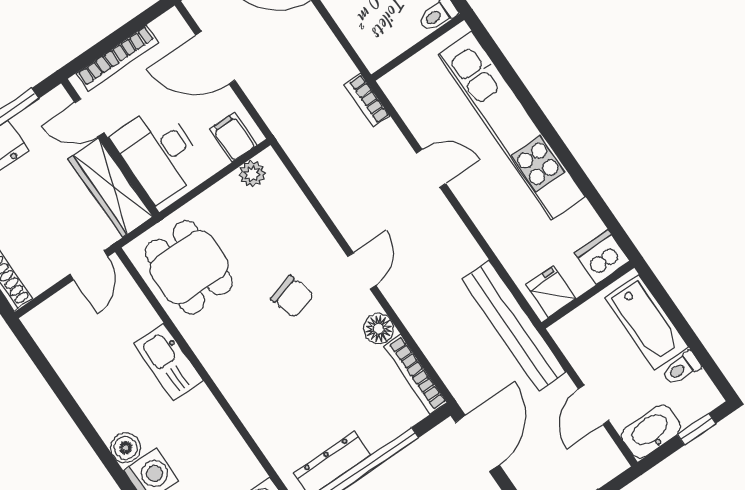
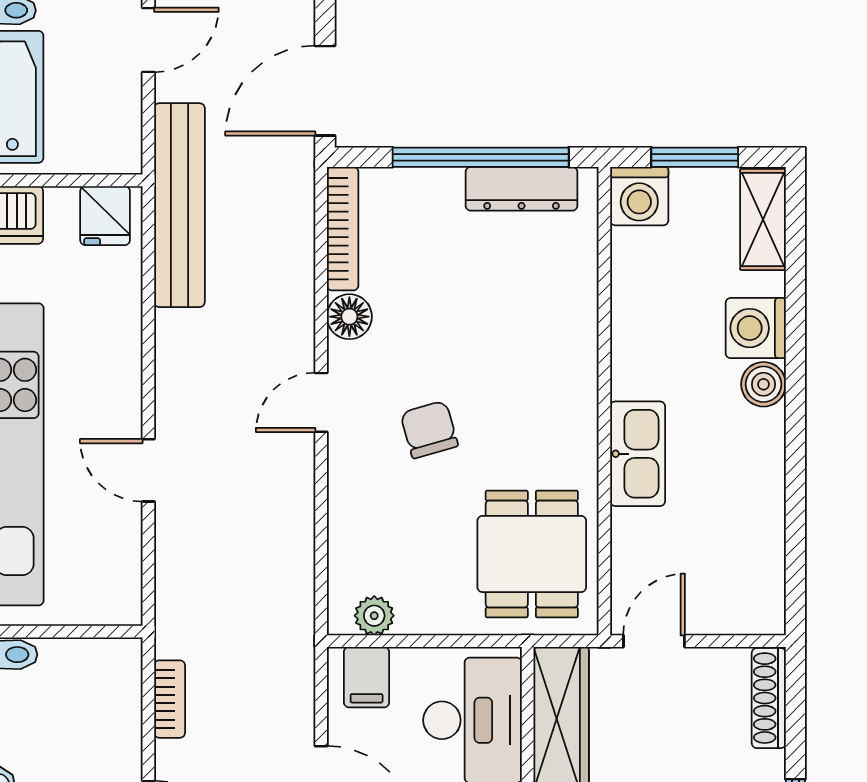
bookcase: (367, 100) -> (170, 699), moved

